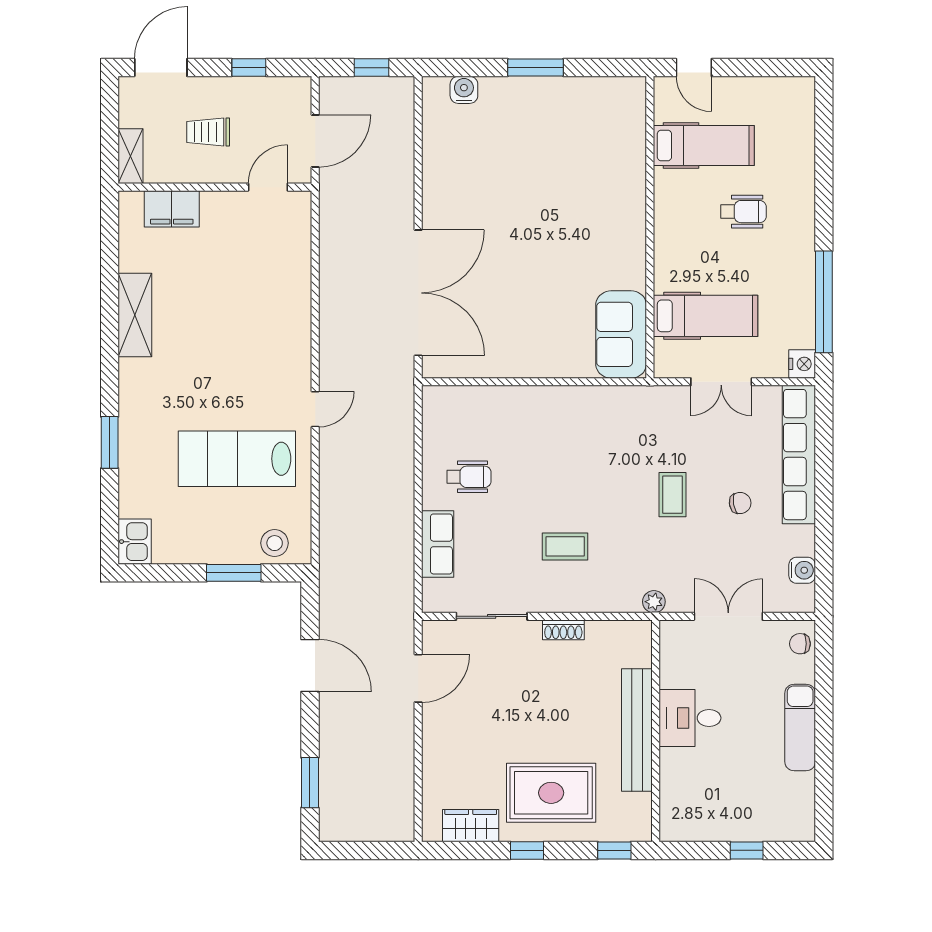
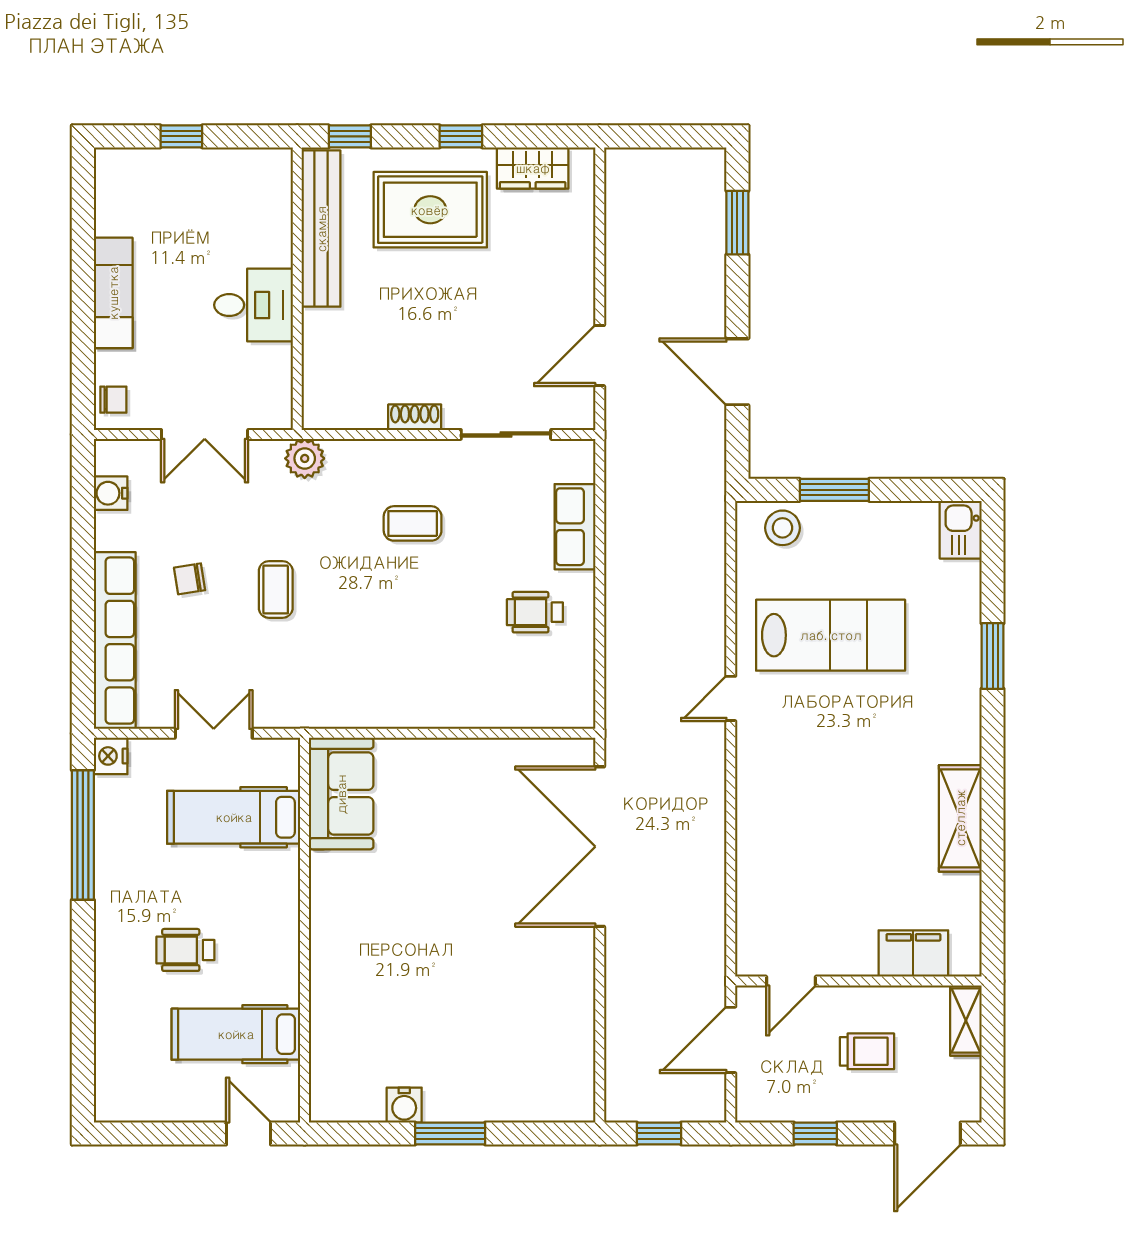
water cooler: (464, 90) -> (404, 1105), moved
plant: (654, 602) -> (305, 458), width x1.38, depth x1.38
bench: (637, 730) -> (321, 229), moved

